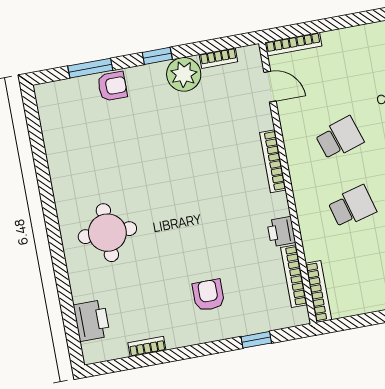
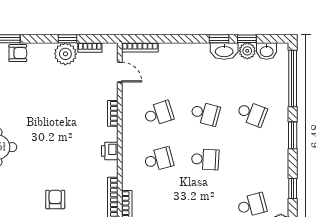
window: (157, 56) -> (68, 39), moved
bookcase: (273, 161) -> (113, 113), width x0.64
printer: (281, 232) -> (110, 151), moved

